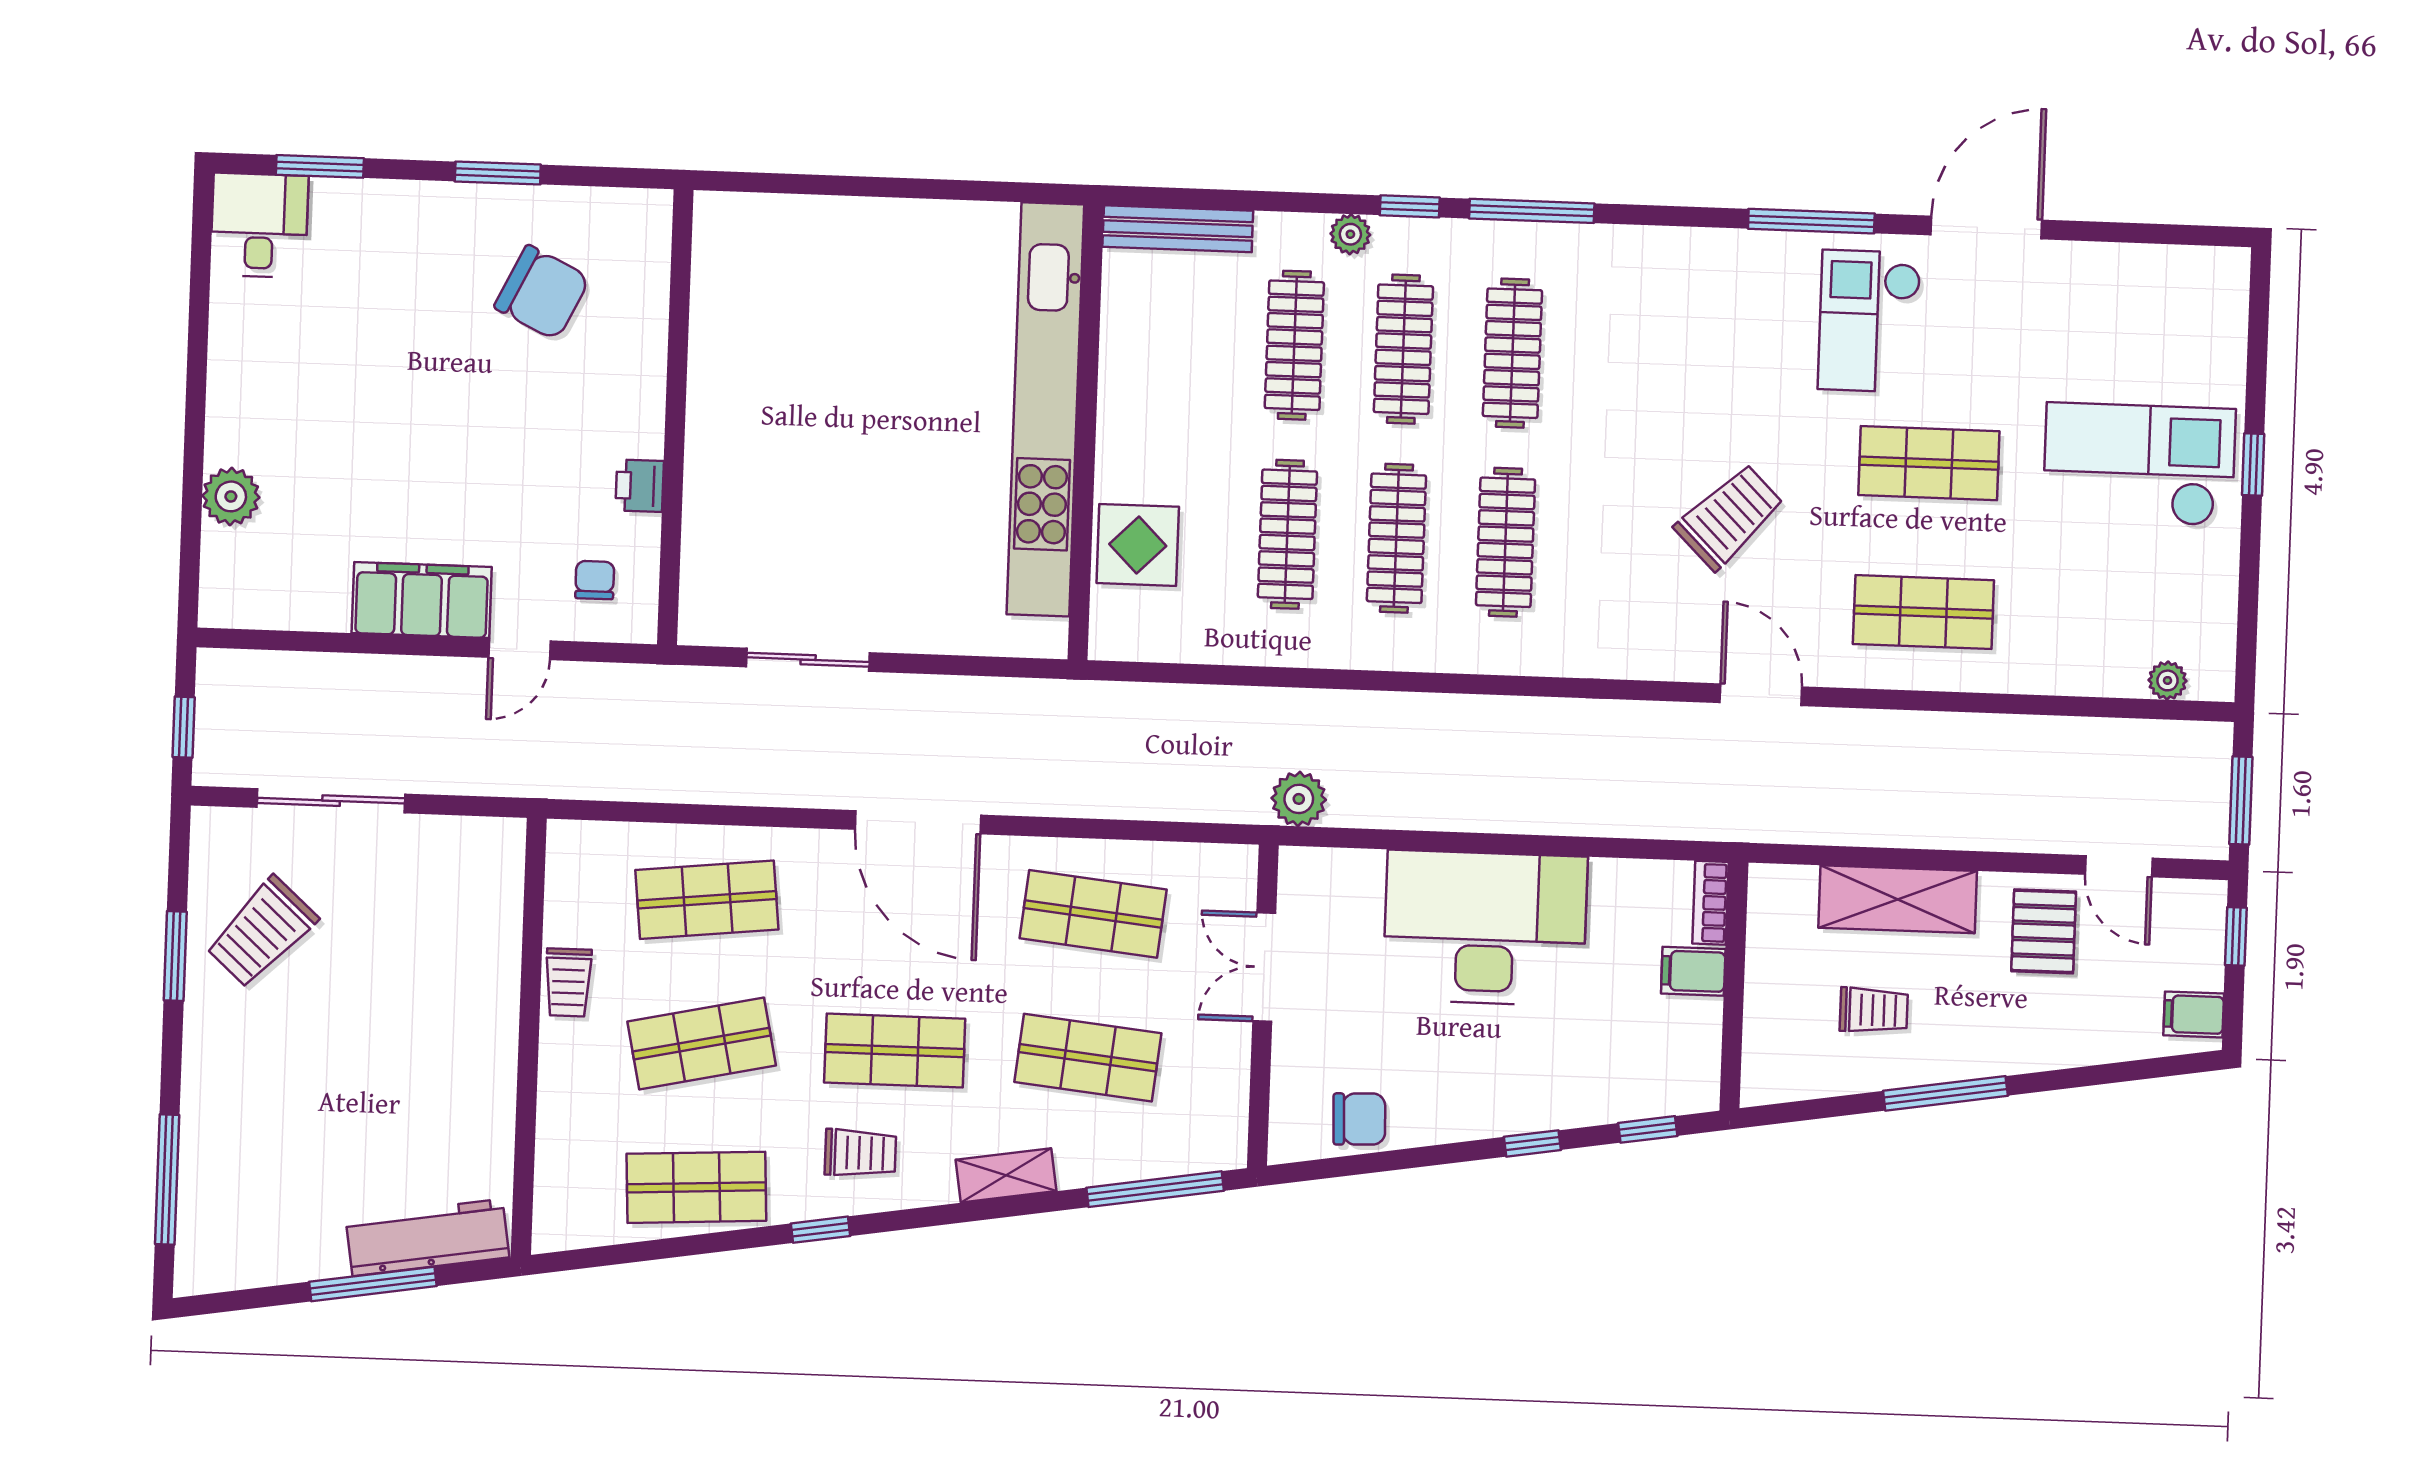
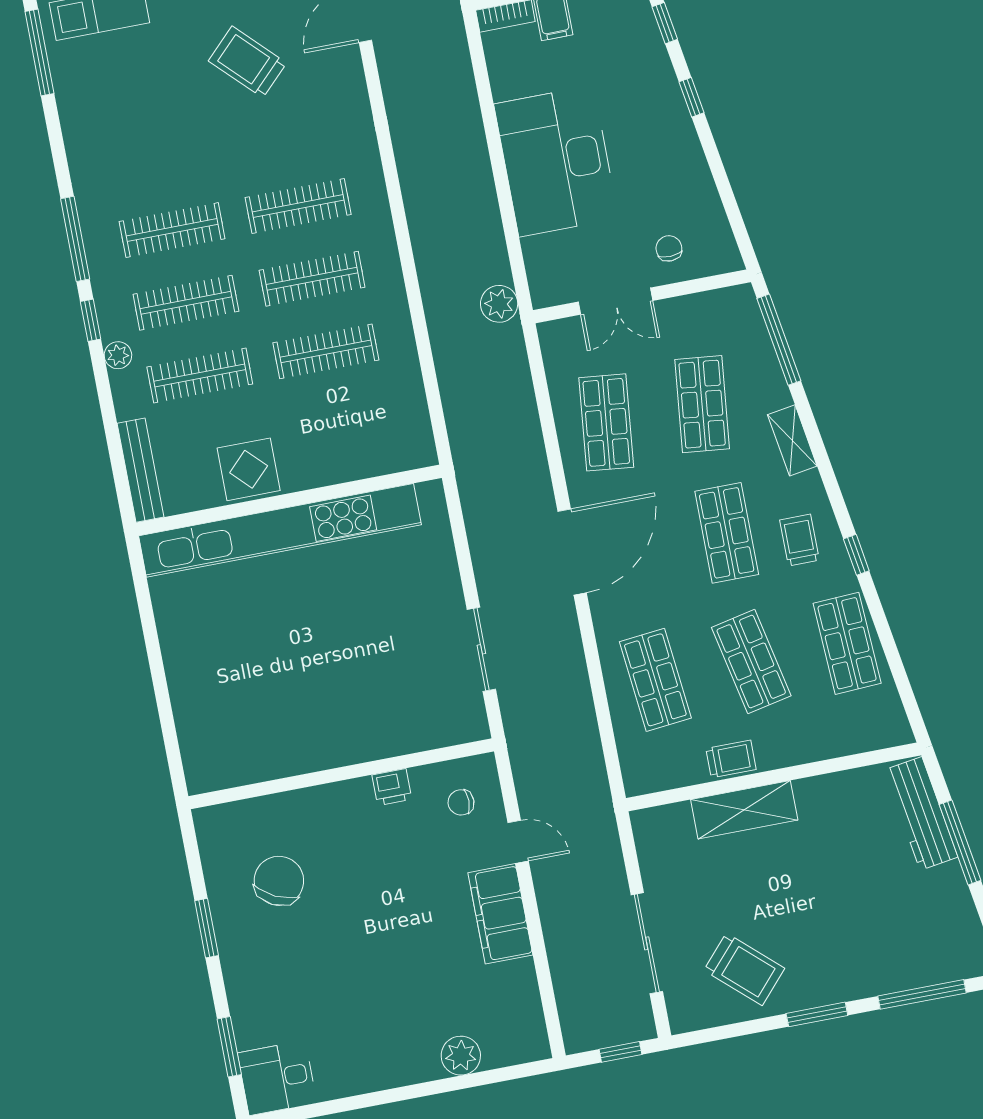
display table: (1138, 545) -> (249, 469), moved
window: (175, 956) -> (817, 1014), moved
shelving: (491, 985) -> (744, 810), added
chair: (1359, 1119) -> (669, 248), moved, width x0.73, depth x0.73

